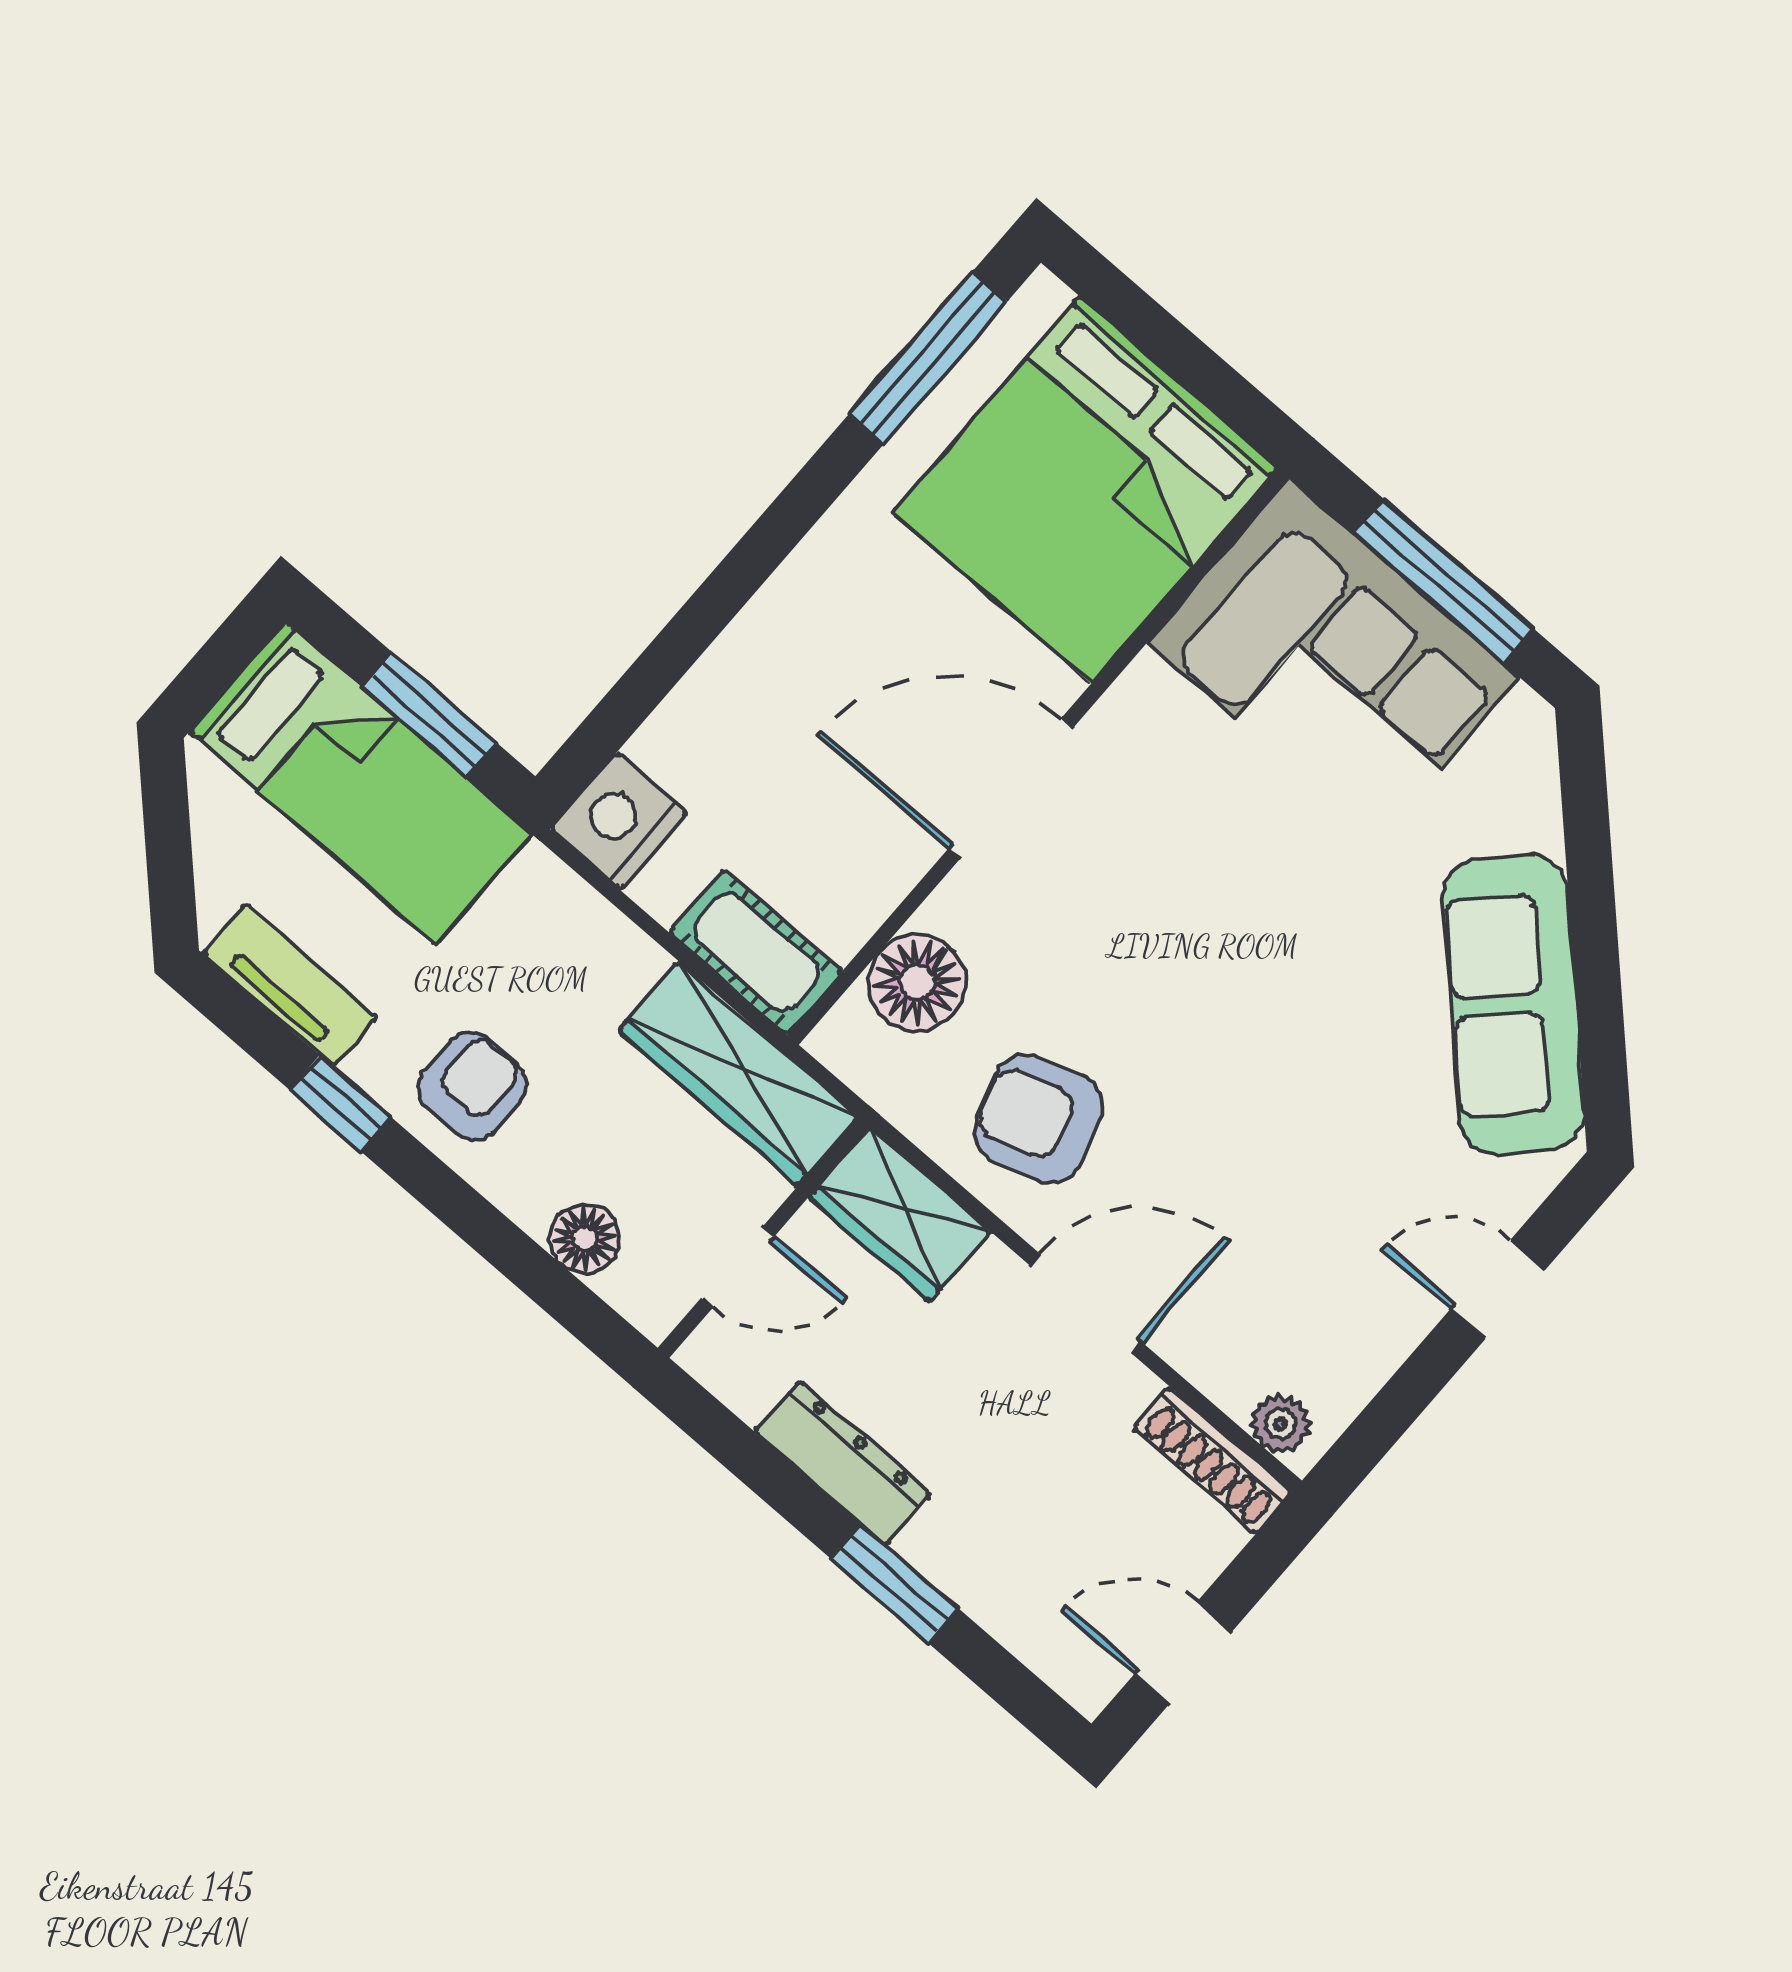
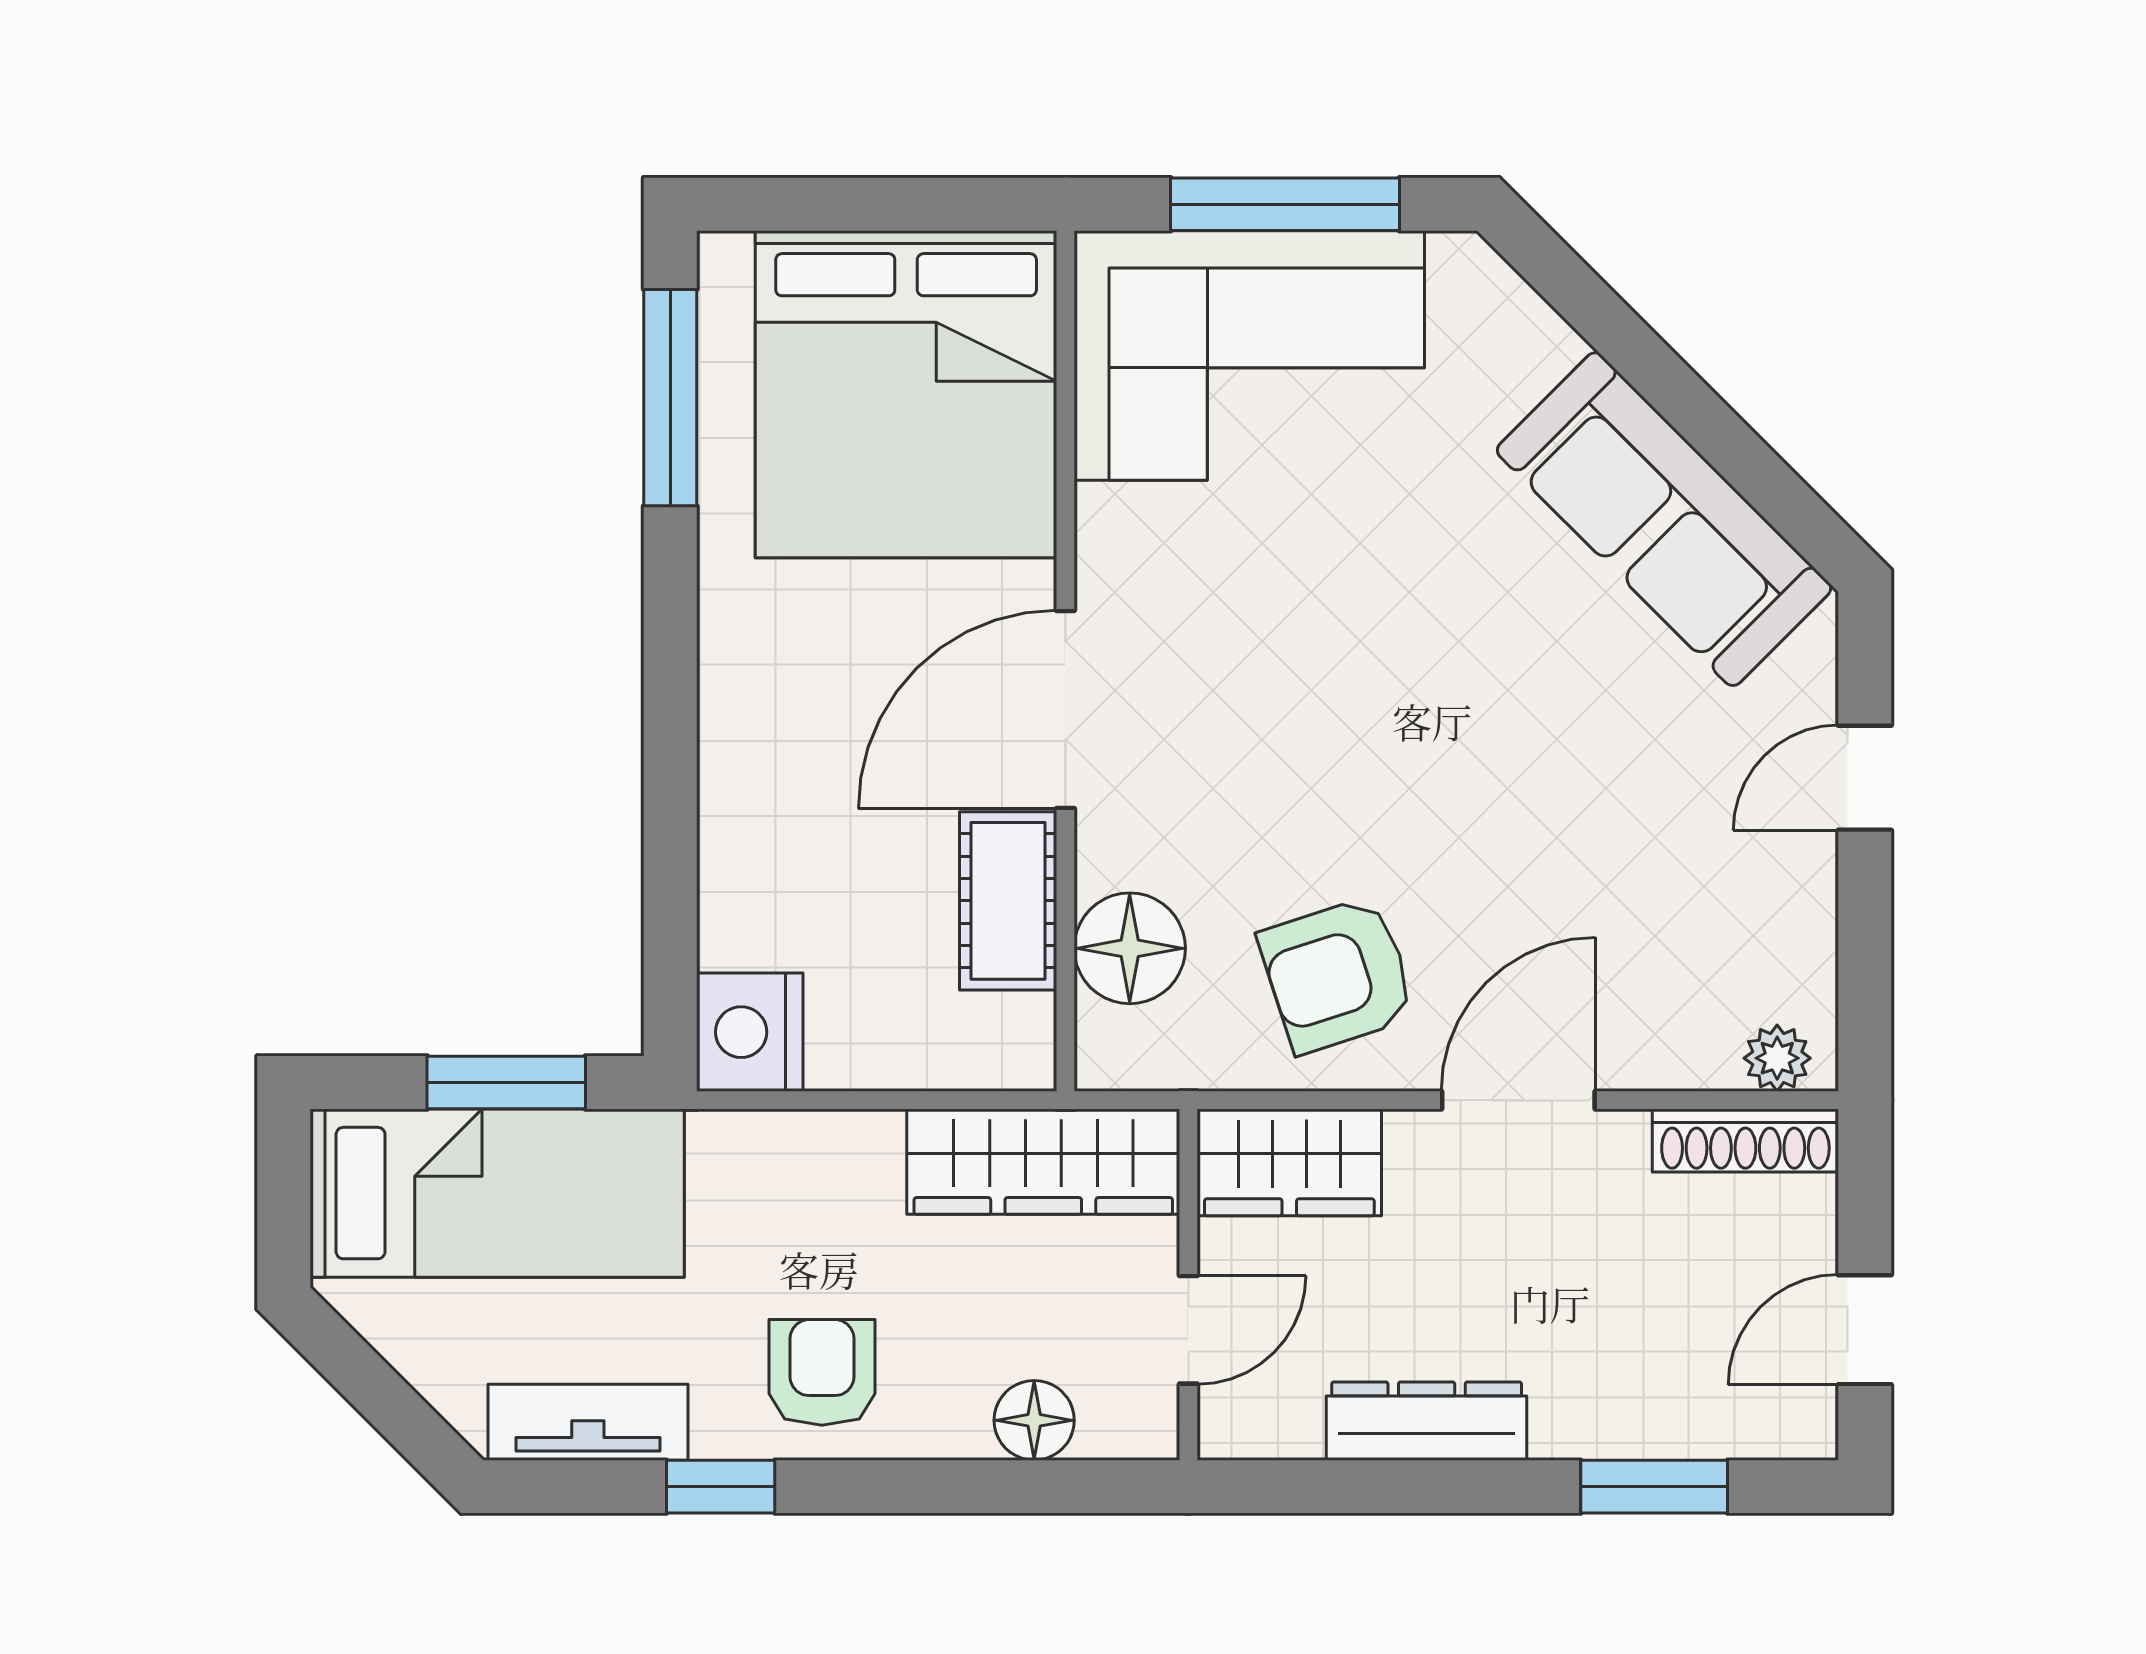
cot: (756, 952) -> (1008, 901), moved, turned 90
window: (895, 1584) -> (1654, 1487), moved

